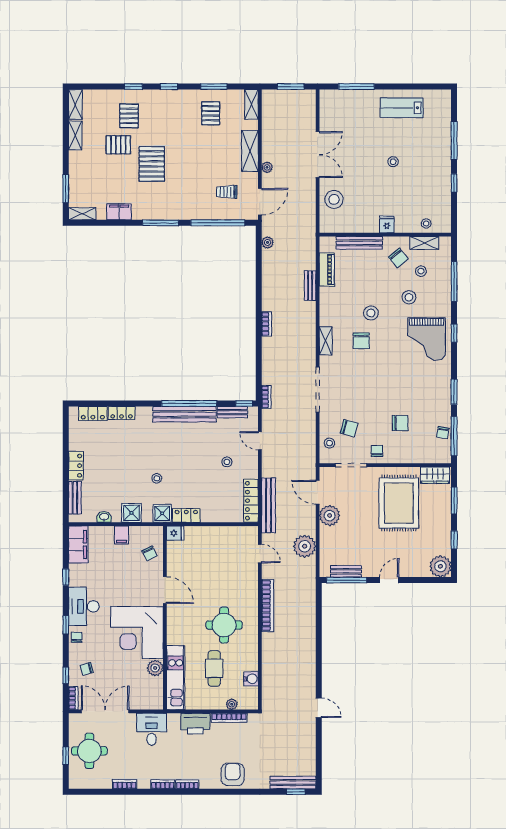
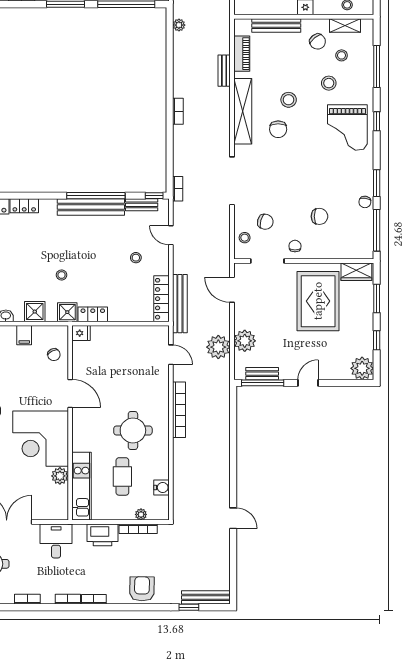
shelving: (326, 341) -> (243, 111), width x2.20, depth x1.33
chair: (443, 433) -> (365, 202), moved
plant: (330, 516) -> (245, 341), moved
window: (296, 792) -> (189, 607), moved

